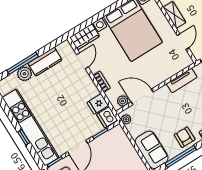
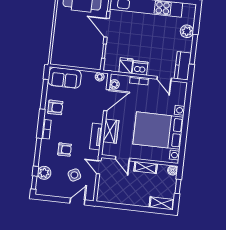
wardrobe: (85, 37) -> (111, 131), moved, turned 180
kitchen counter: (45, 62) -> (183, 66), moved
window: (23, 63) -> (194, 49), moved
dishwasher: (107, 117) -> (140, 68), moved

